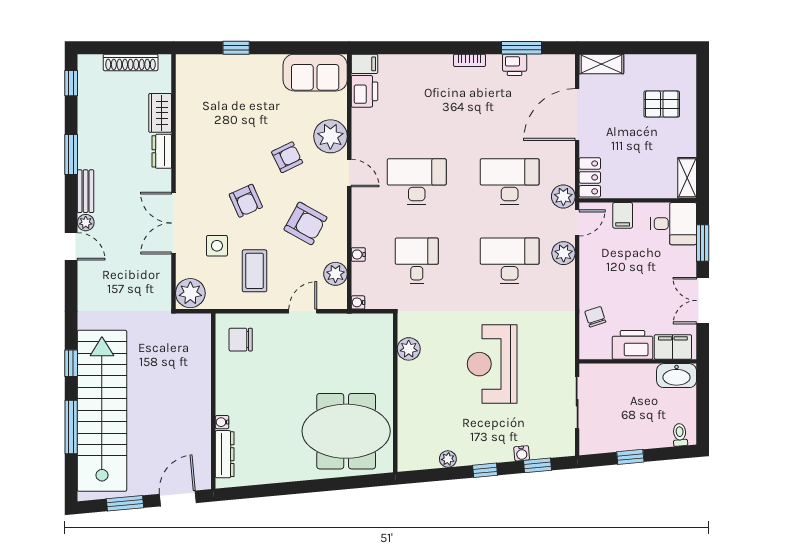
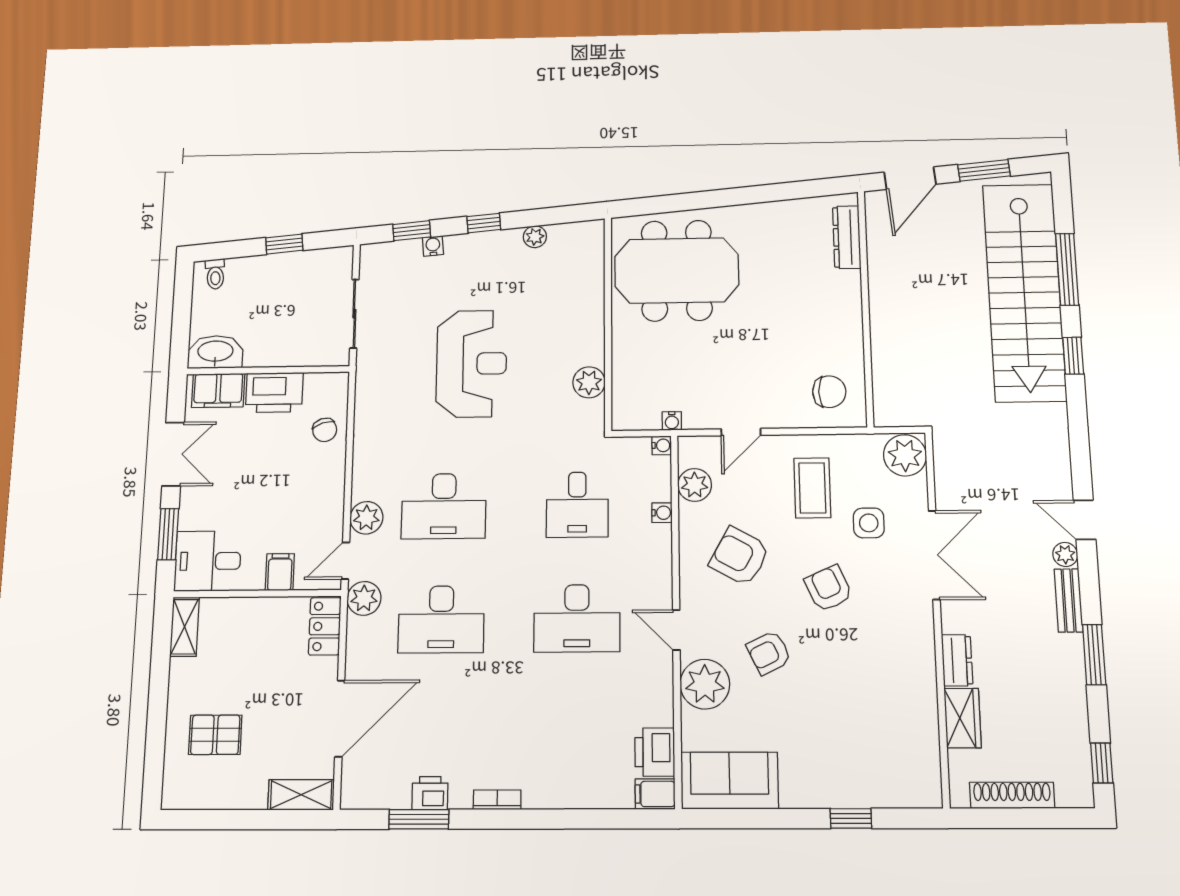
water cooler: (222, 422) -> (672, 421), moved, turned 90

